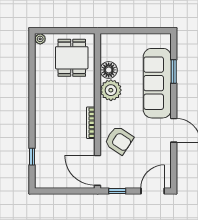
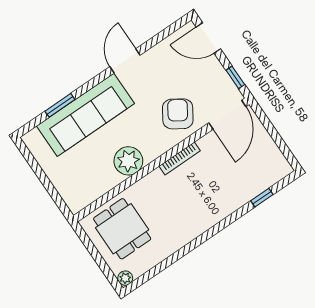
dining table: (72, 58) -> (122, 229), turned 90
floor lamp: (109, 70) -> (108, 179), removed

